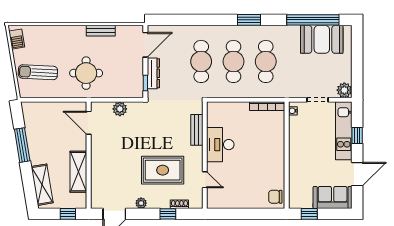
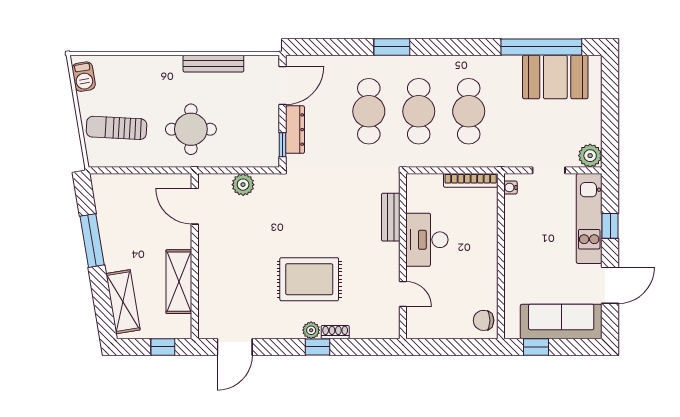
window: (249, 20) -> (392, 47), moved
bench: (101, 31) -> (213, 64), width x1.36
bench: (197, 130) -> (391, 217), moved
desk: (220, 145) -> (427, 240), moved
wall: (205, 155) -> (403, 256), moved
door: (205, 180) -> (403, 294), moved
sofa: (333, 197) -> (561, 321), width x1.36
plant: (141, 203) -> (311, 330), moved

